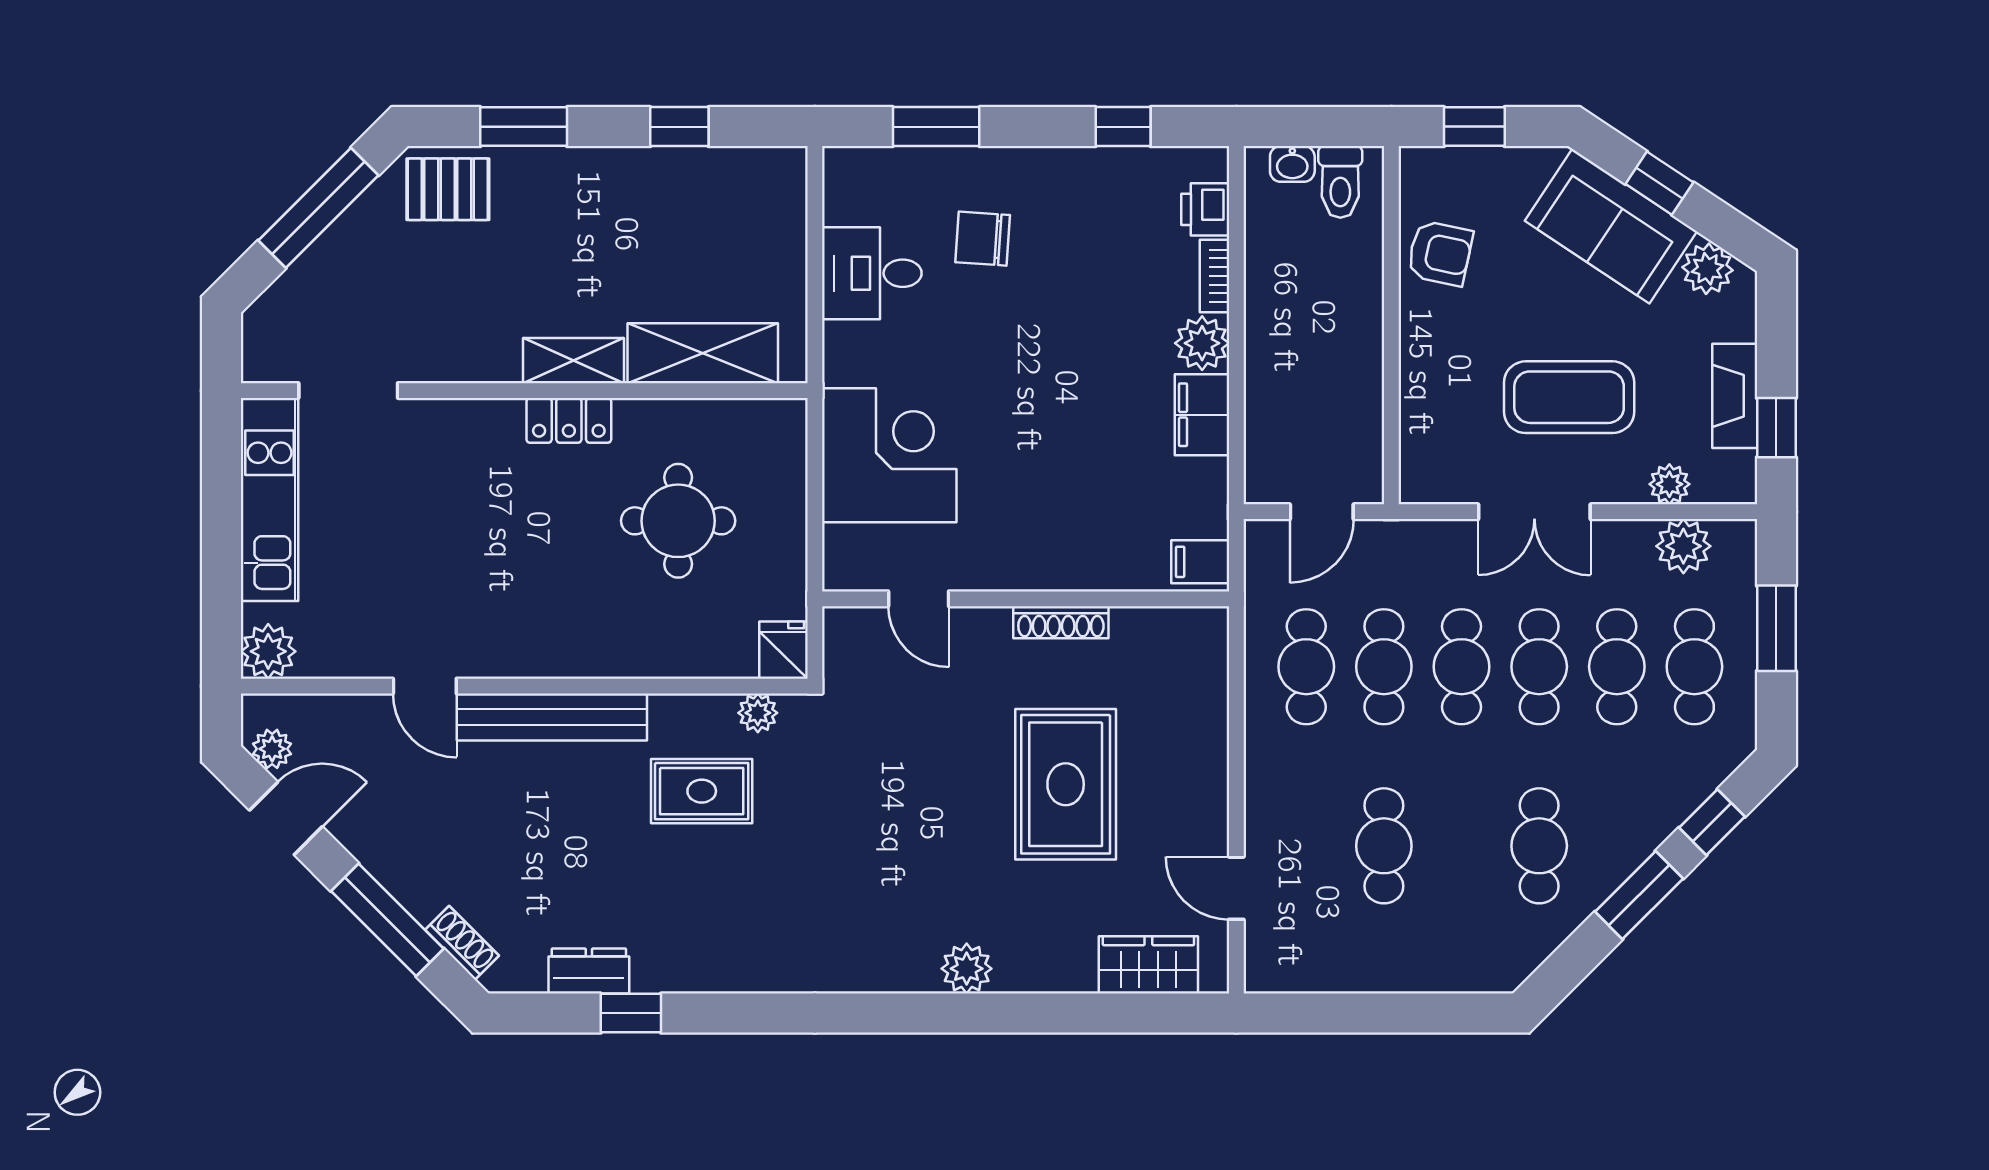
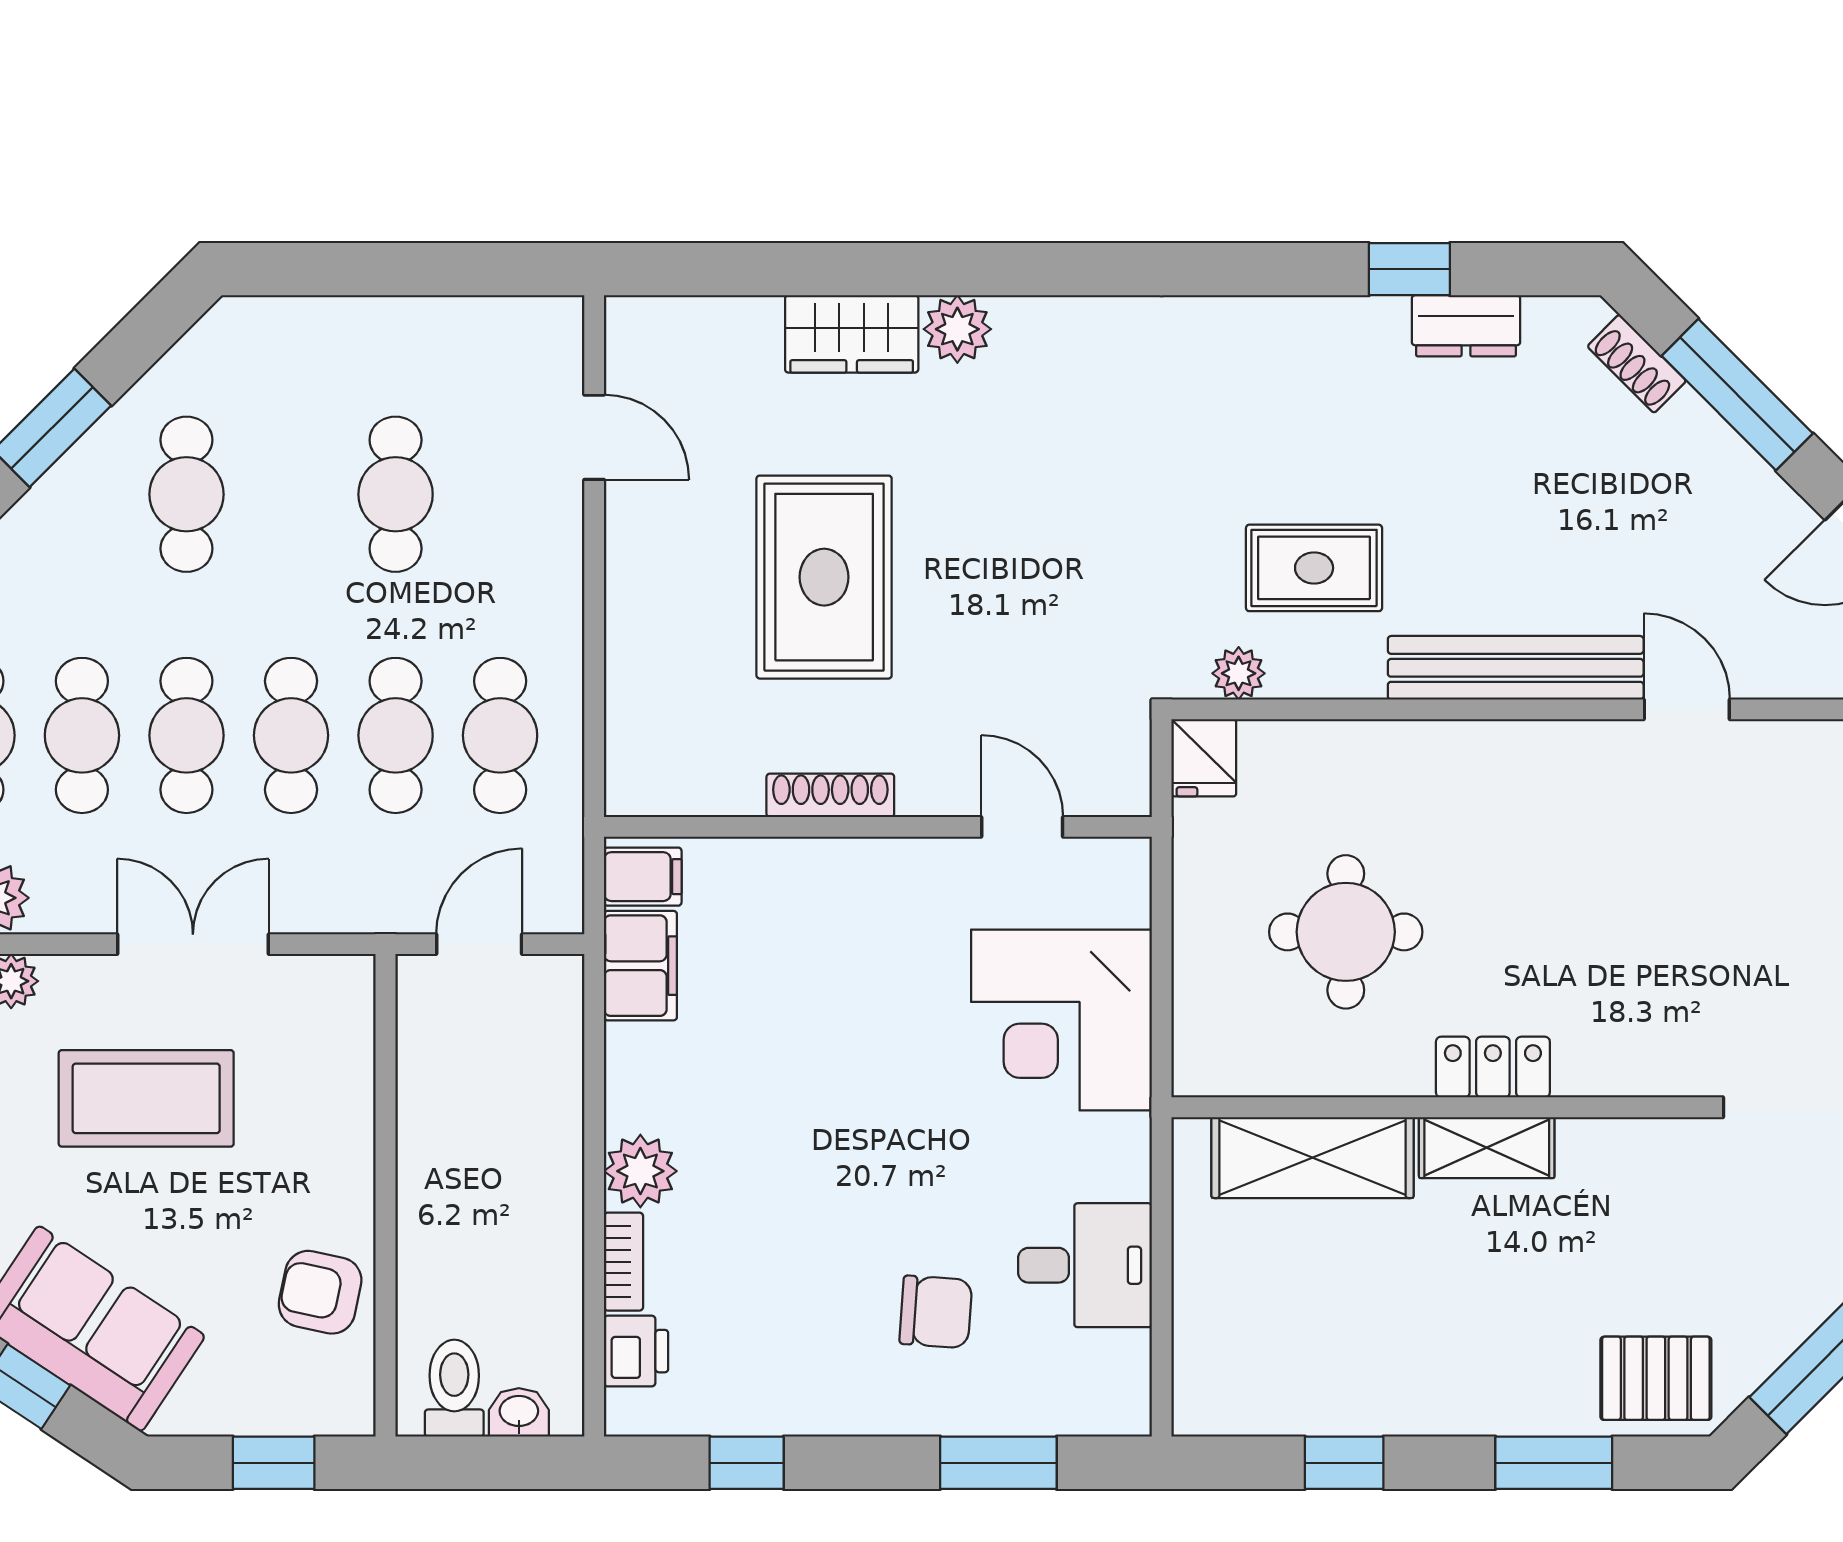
filing cabinet: (1202, 415) -> (640, 966), moved
wardrobe: (1148, 965) -> (852, 334), moved

